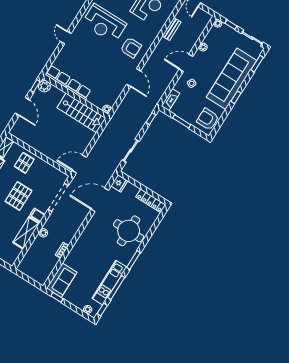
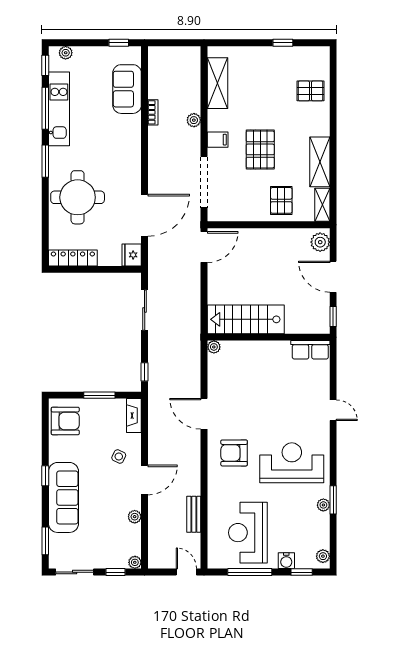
sofa: (231, 79) -> (63, 497), width x0.74, depth x0.79
plant: (44, 86) -> (320, 242), moved
row of seats: (78, 89) -> (270, 350), removed
shelving: (26, 233) -> (218, 83), moved
sofa: (62, 280) -> (127, 89), moved

